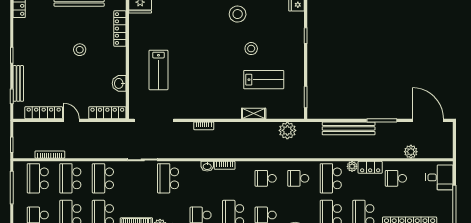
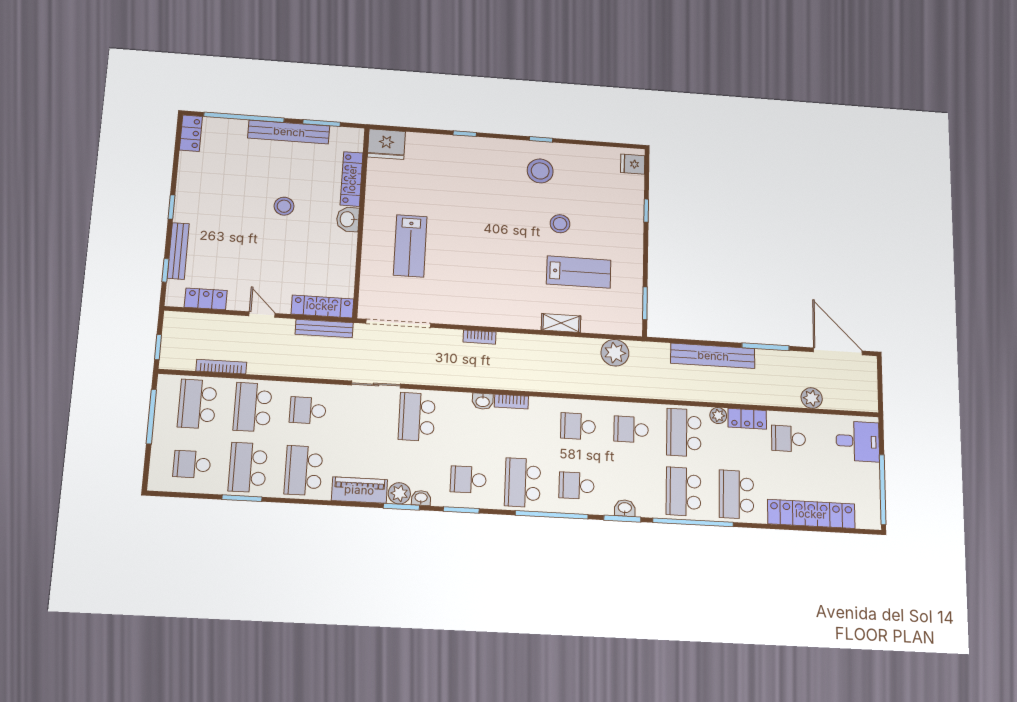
washbasin: (119, 83) -> (348, 219), moved
locker: (44, 113) -> (206, 299), width x0.66
bench: (109, 127) -> (324, 328), added
school desk: (103, 178) -> (308, 410), width x0.54

